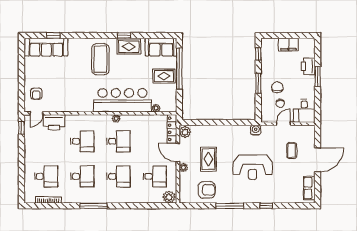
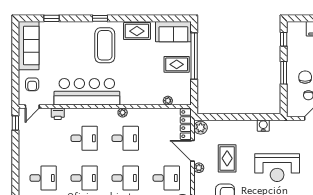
window: (124, 35) -> (100, 18), moved
sofa: (46, 47) -> (29, 46), moved, turned -90
bar counter: (122, 100) -> (87, 92), moved
printer: (54, 122) -> (58, 114), width x0.53, depth x0.68
water cooler: (256, 130) -> (263, 126), moved

